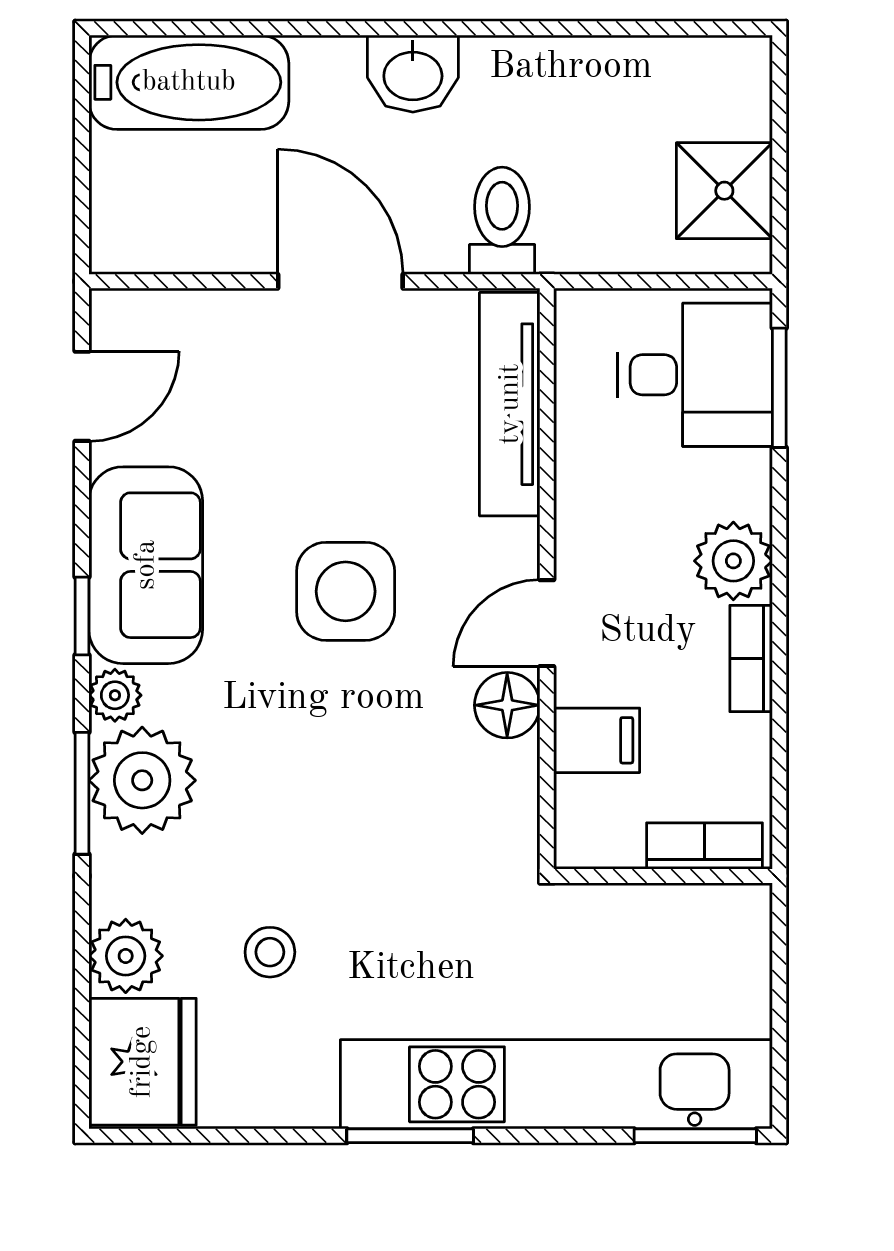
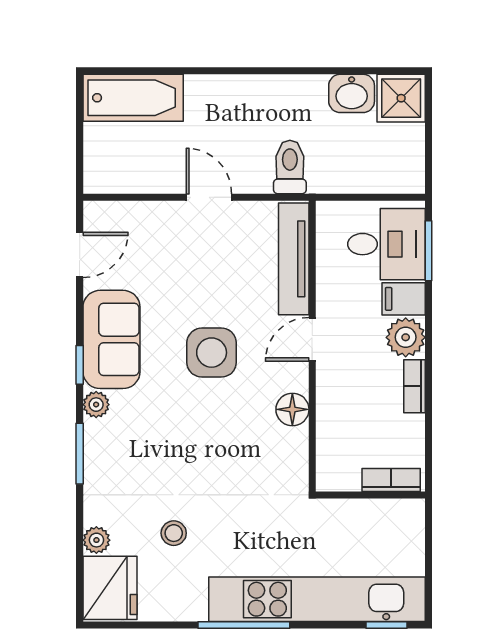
washbasin: (413, 74) -> (352, 93), moved
shower: (724, 191) -> (401, 98), moved
door: (340, 281) -> (209, 197), width x0.73
door: (547, 623) -> (312, 339), moved
filing cabinet: (597, 740) -> (404, 299), moved, turned 180
plant: (142, 780) -> (110, 447), removed
plant: (126, 956) -> (96, 540), width x0.73, depth x0.73
window: (410, 1136) -> (244, 625), width x1.44
window: (695, 1136) -> (387, 625), width x0.67

